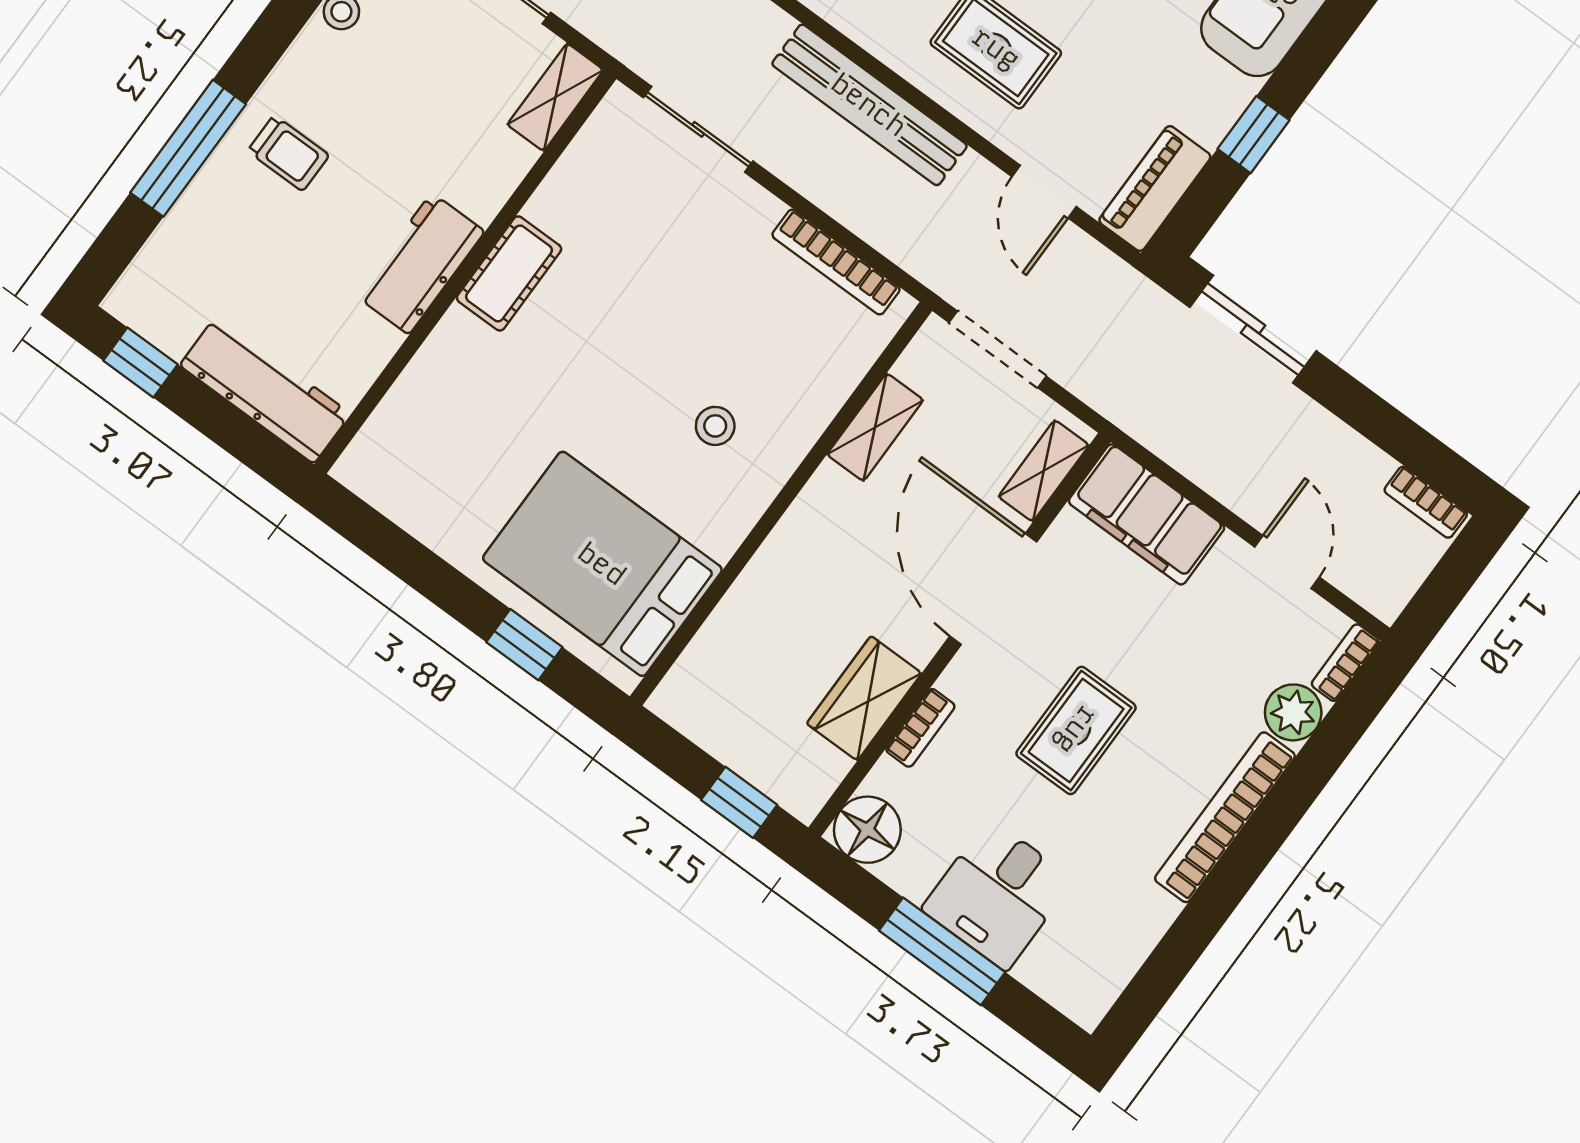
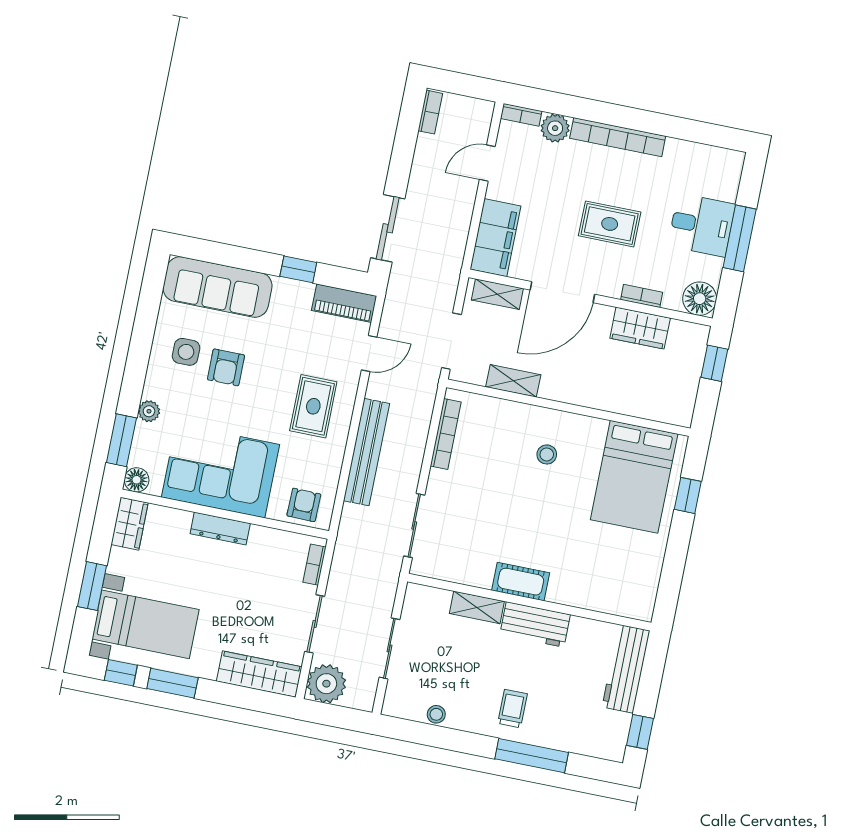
shelving: (555, 97) -> (477, 607), moved

